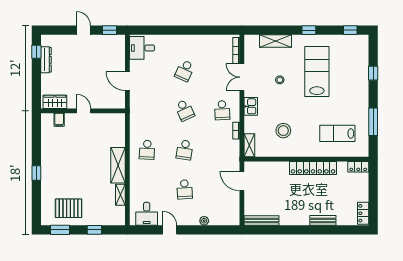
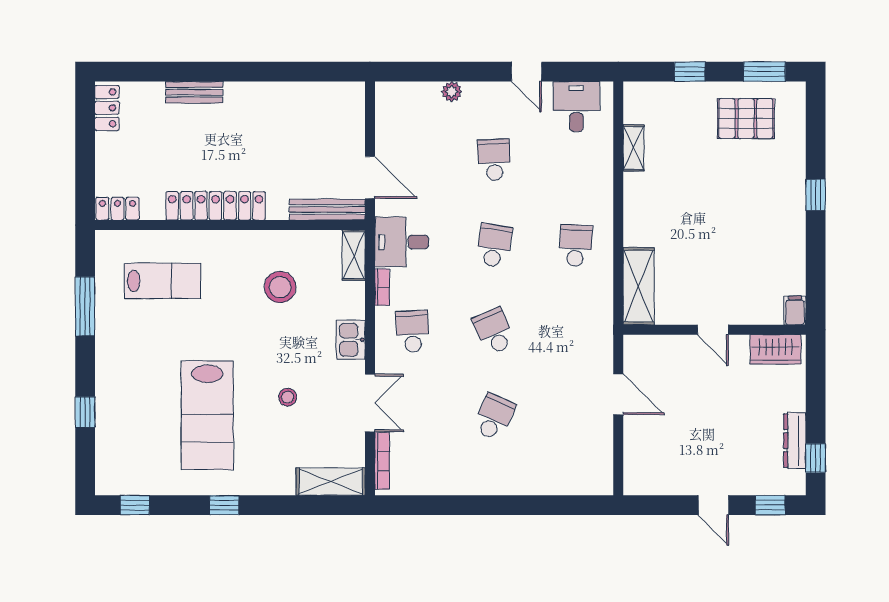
window: (110, 30) -> (770, 505), moved
shelving: (276, 41) -> (331, 482), moved
desk: (142, 48) -> (402, 242), moved, turned 180
filing cabinet: (59, 120) -> (795, 310), moved
shelving: (118, 165) -> (639, 286), moved
bench: (262, 221) -> (327, 210), moved

